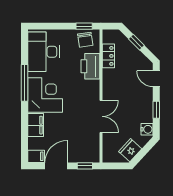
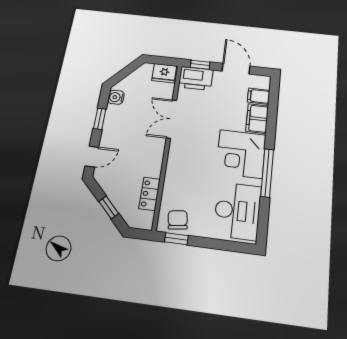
printer: (90, 66) -> (196, 78), moved, turned 90
door: (156, 79) -> (92, 157), hinge flipped
fridge: (130, 150) -> (164, 73), moved, turned 47
filing cabinet: (36, 156) -> (259, 96), moved
door: (56, 166) -> (236, 69), swing flipped

